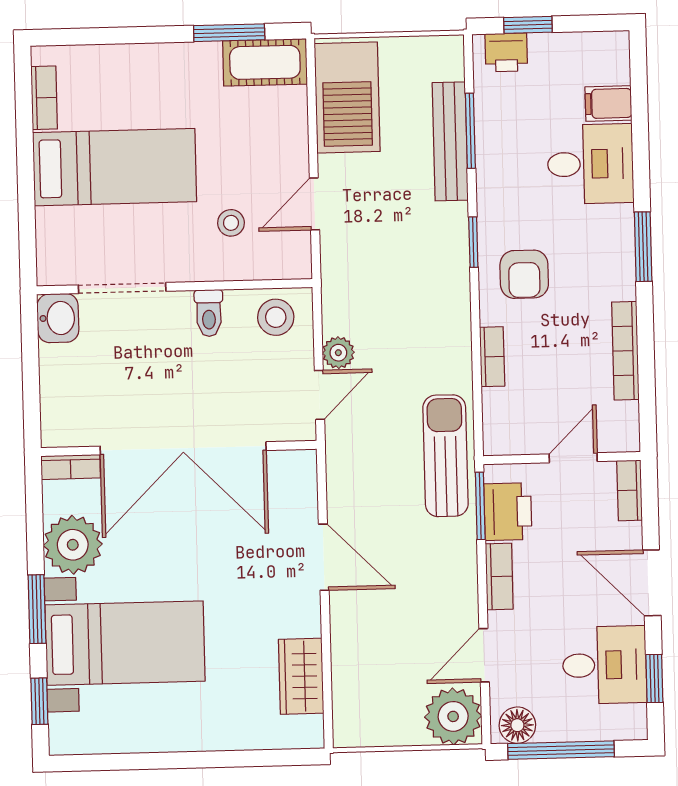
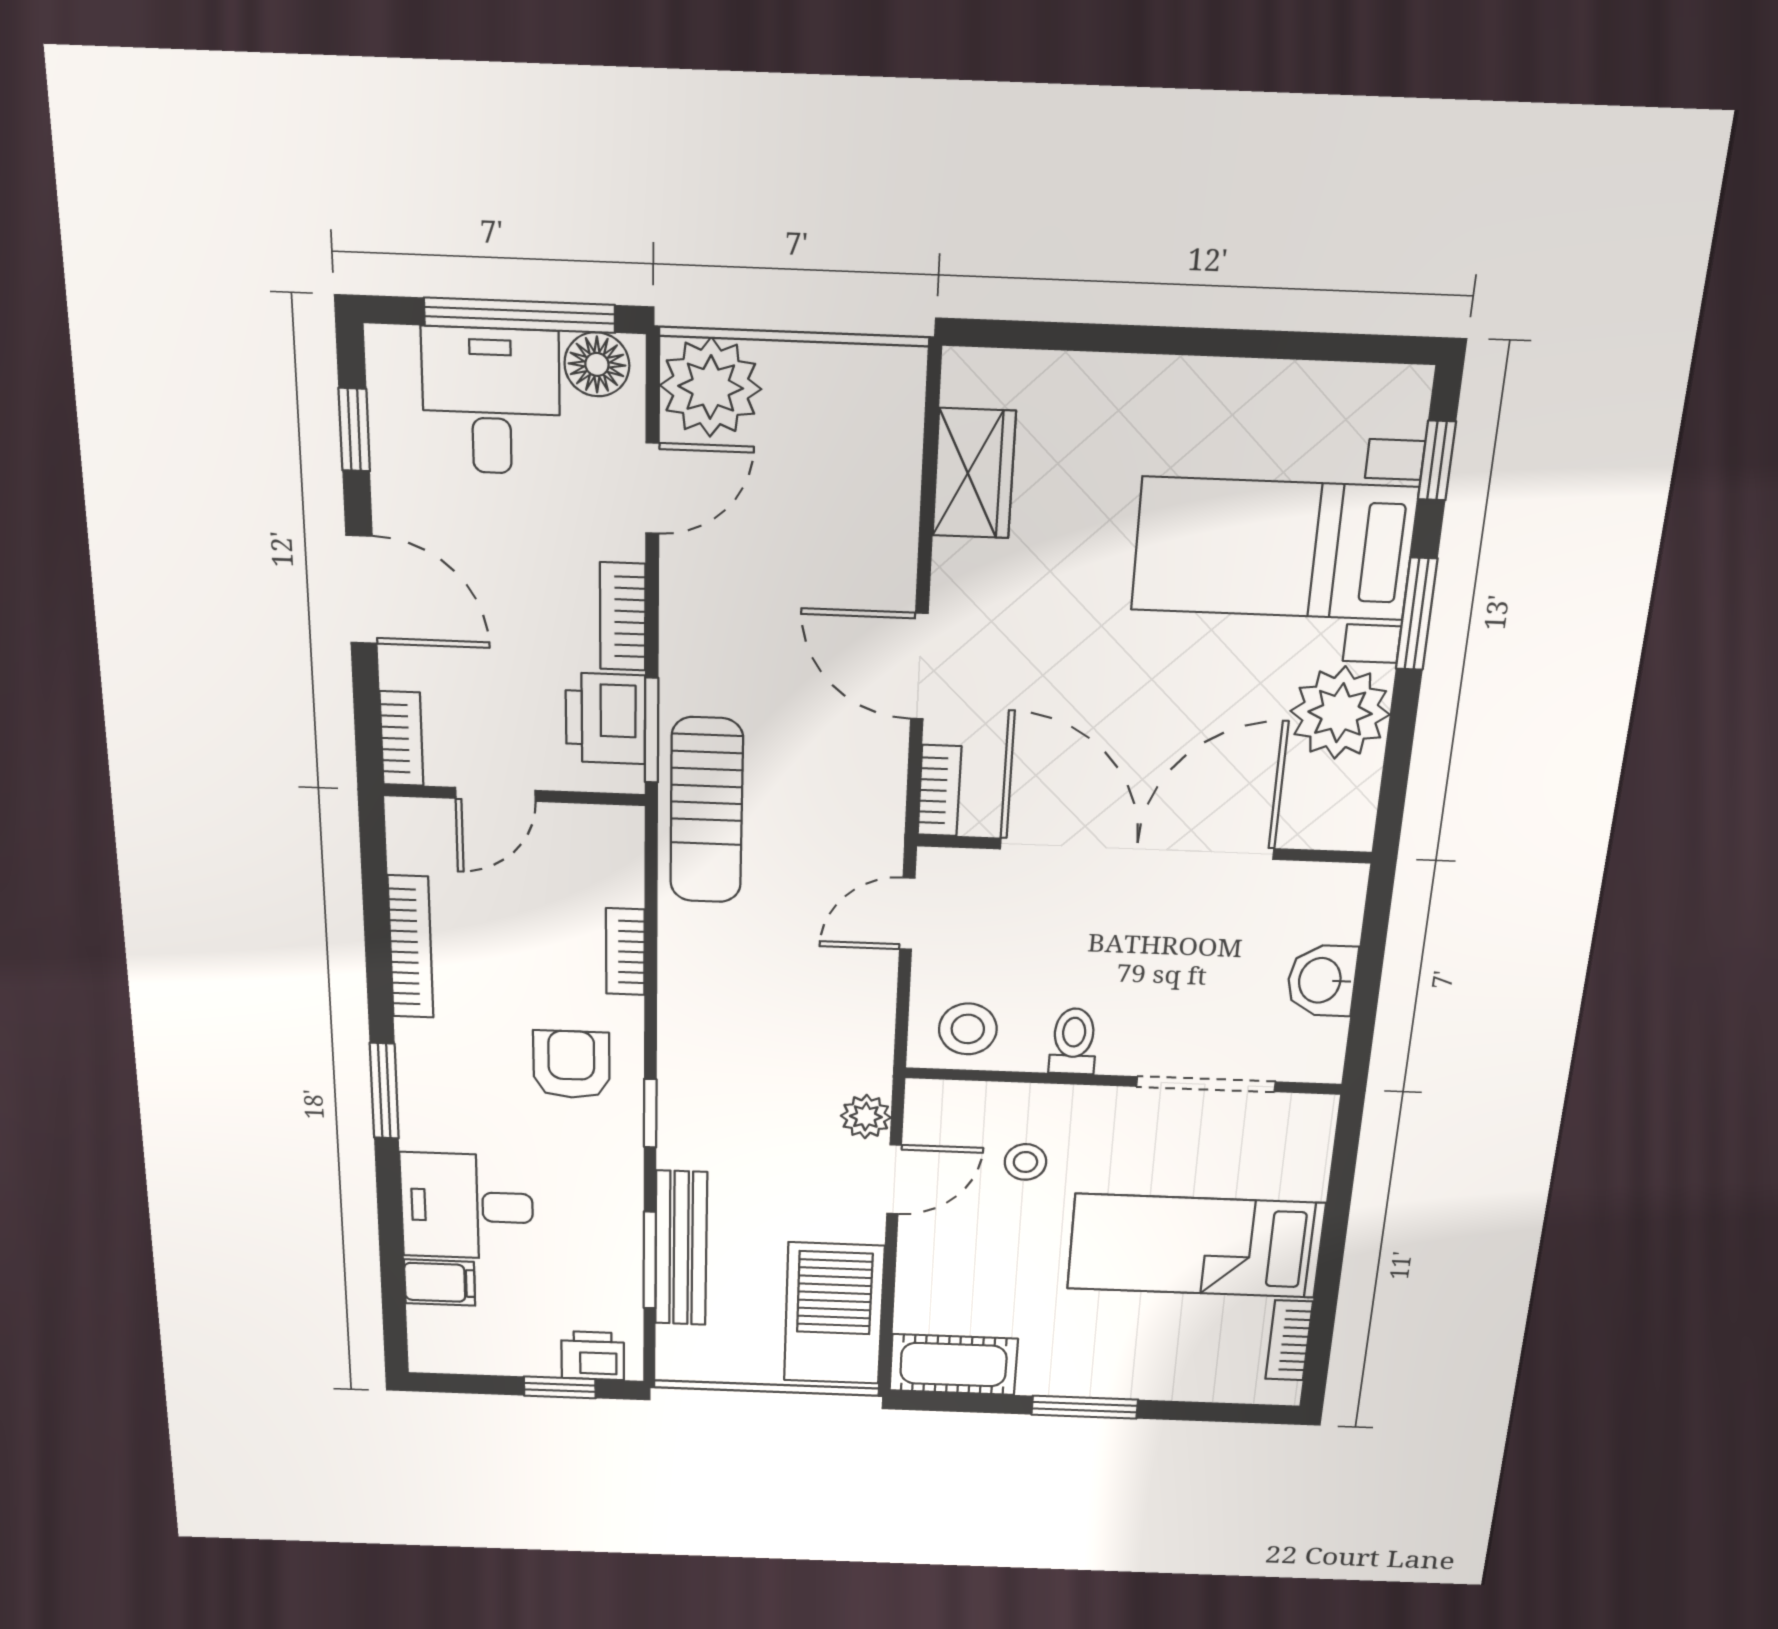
window: (229, 33) -> (1085, 1407), moved
washbasin: (58, 318) -> (1322, 980), moved
plant: (338, 353) -> (866, 1117), moved
bookcase: (71, 467) -> (939, 791), moved, turned 90
desk: (605, 665) -> (491, 401), moved, turned 90

